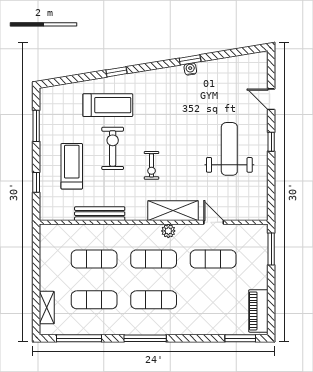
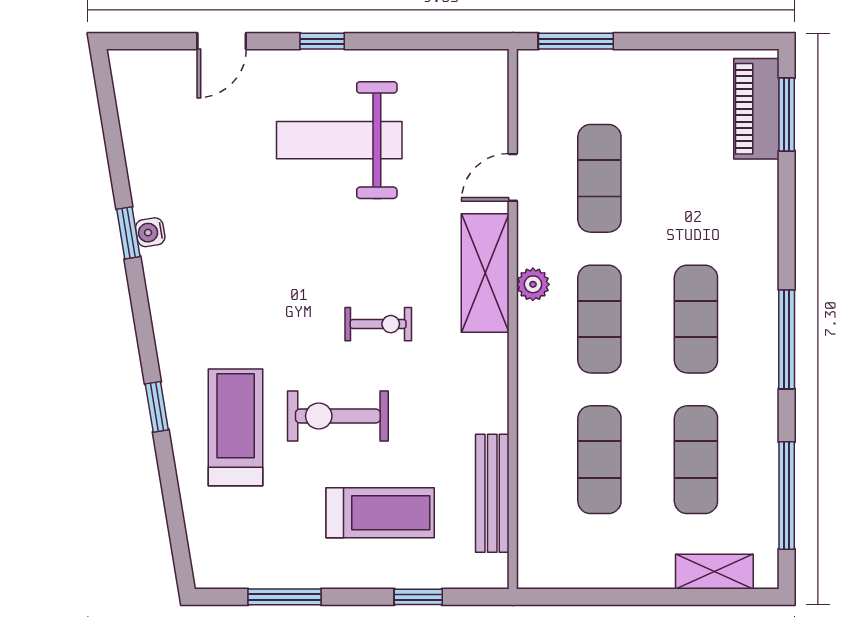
treadmill: (72, 166) -> (380, 513), turned 180
bench: (100, 214) -> (492, 493), moved
piano: (258, 311) -> (756, 109), moved, turned 90

